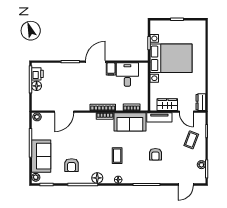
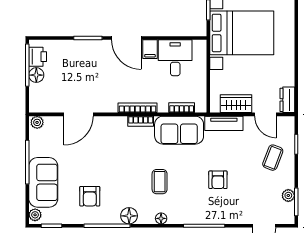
door: (95, 62) -> (126, 38), swing flipped

